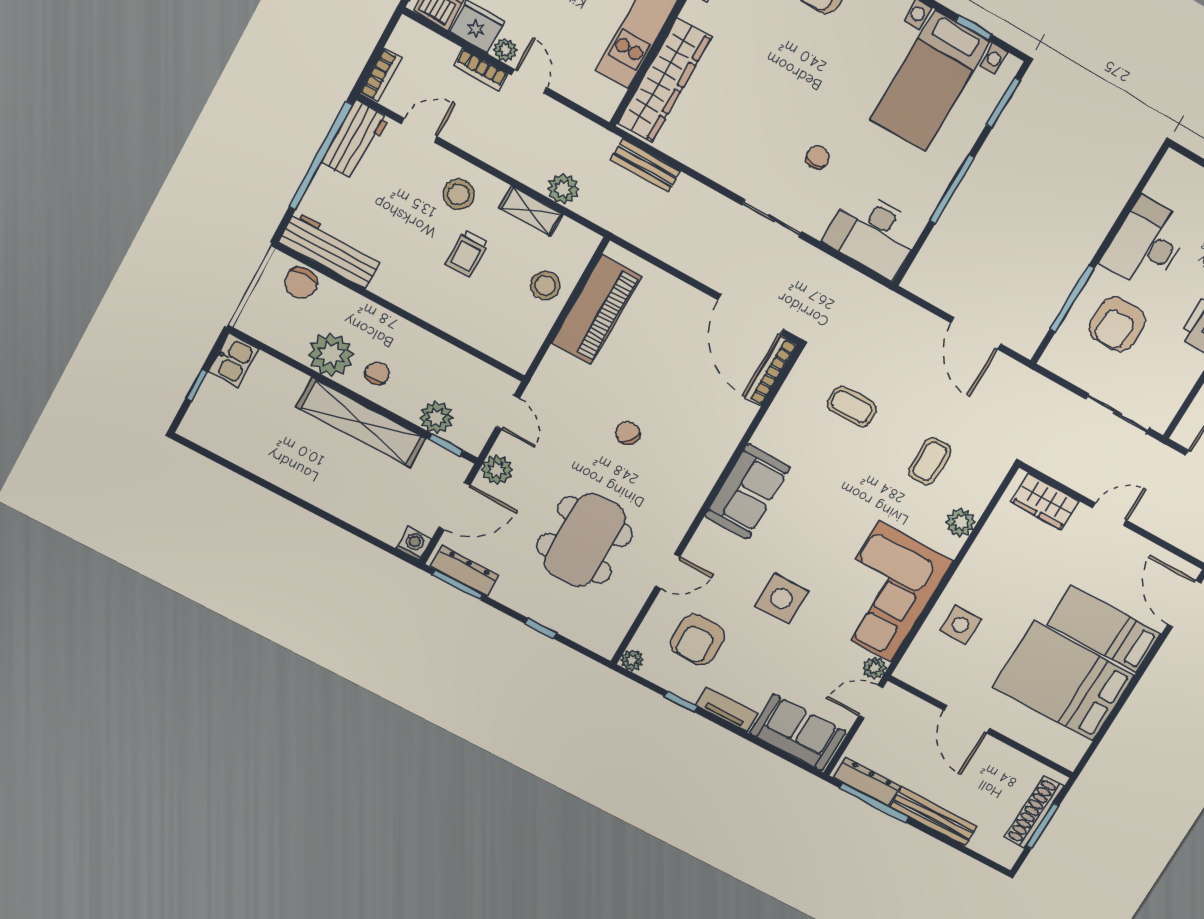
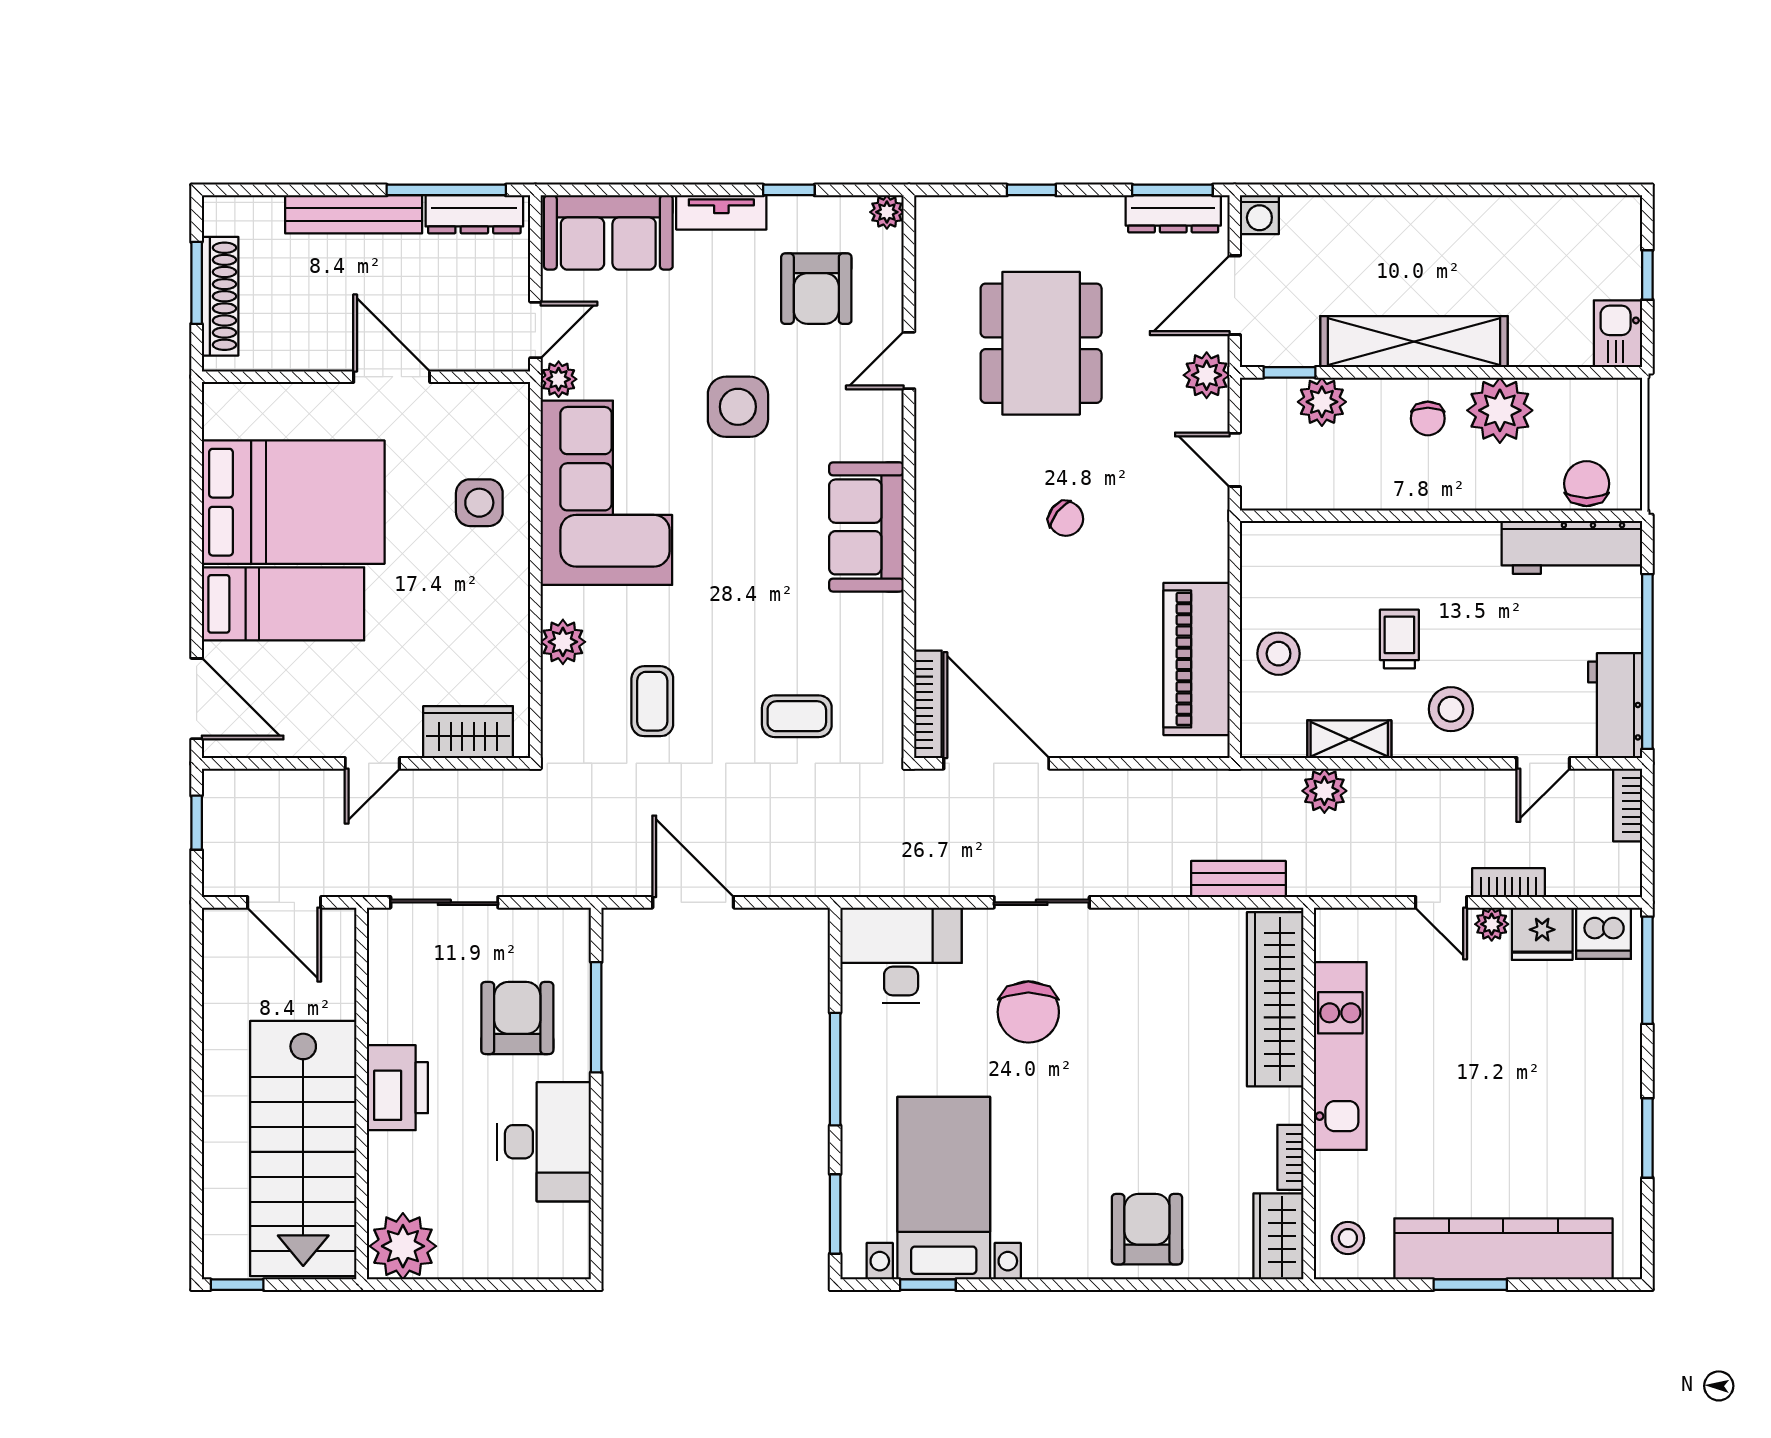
chair: (818, 158) -> (1028, 1012), width x1.87, depth x1.87
armchair: (698, 640) -> (816, 289), turned 180

